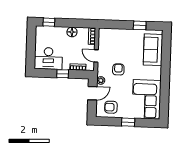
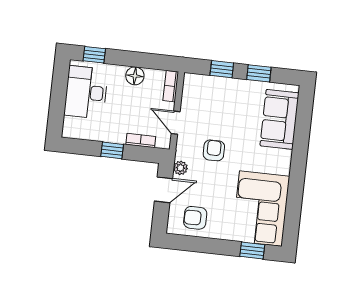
window: (119, 25) -> (222, 69), added
desk: (48, 58) -> (86, 92), moved, turned 90
window: (128, 122) -> (252, 251), moved

